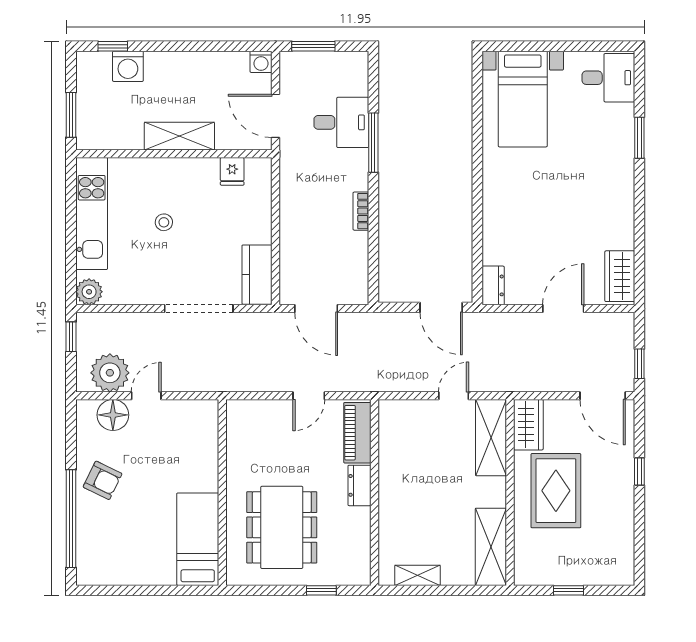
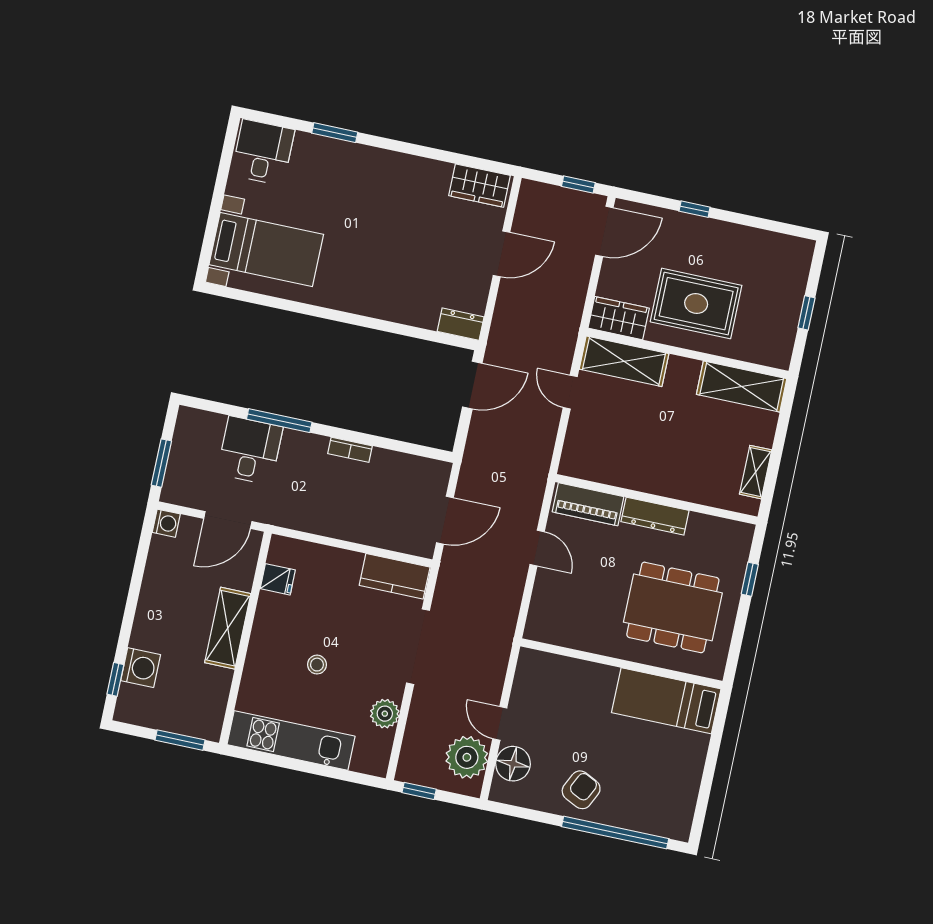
plant: (89, 292) -> (385, 714), moved
door: (563, 309) -> (501, 254), swing flipped
dresser: (359, 485) -> (655, 516), width x1.44

